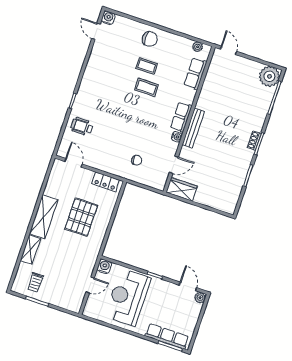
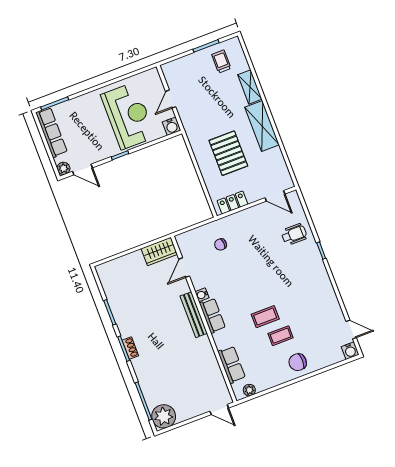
row of seats: (167, 336) -> (52, 132), moved, turned -90

